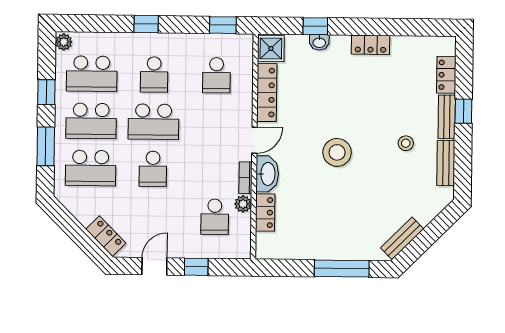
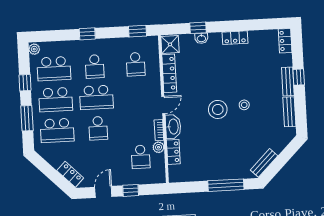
locker: (446, 75) -> (285, 41), moved
stool: (406, 143) -> (244, 105), moved

